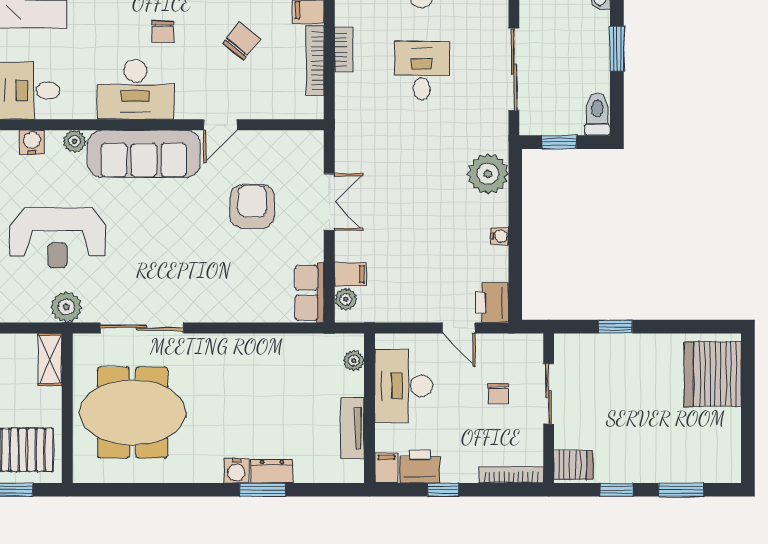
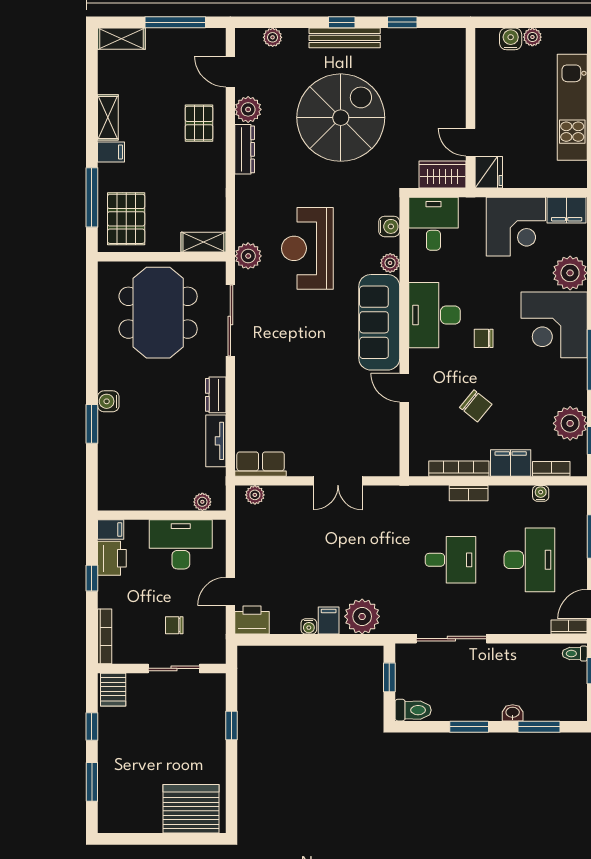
armchair: (252, 207) -> (334, 415), removed
filing cabinet: (351, 274) -> (329, 621), moved, turned 180
tv unit: (352, 428) -> (216, 441), moved, turned -90
dresser: (272, 471) -> (216, 395), moved, turned 180

